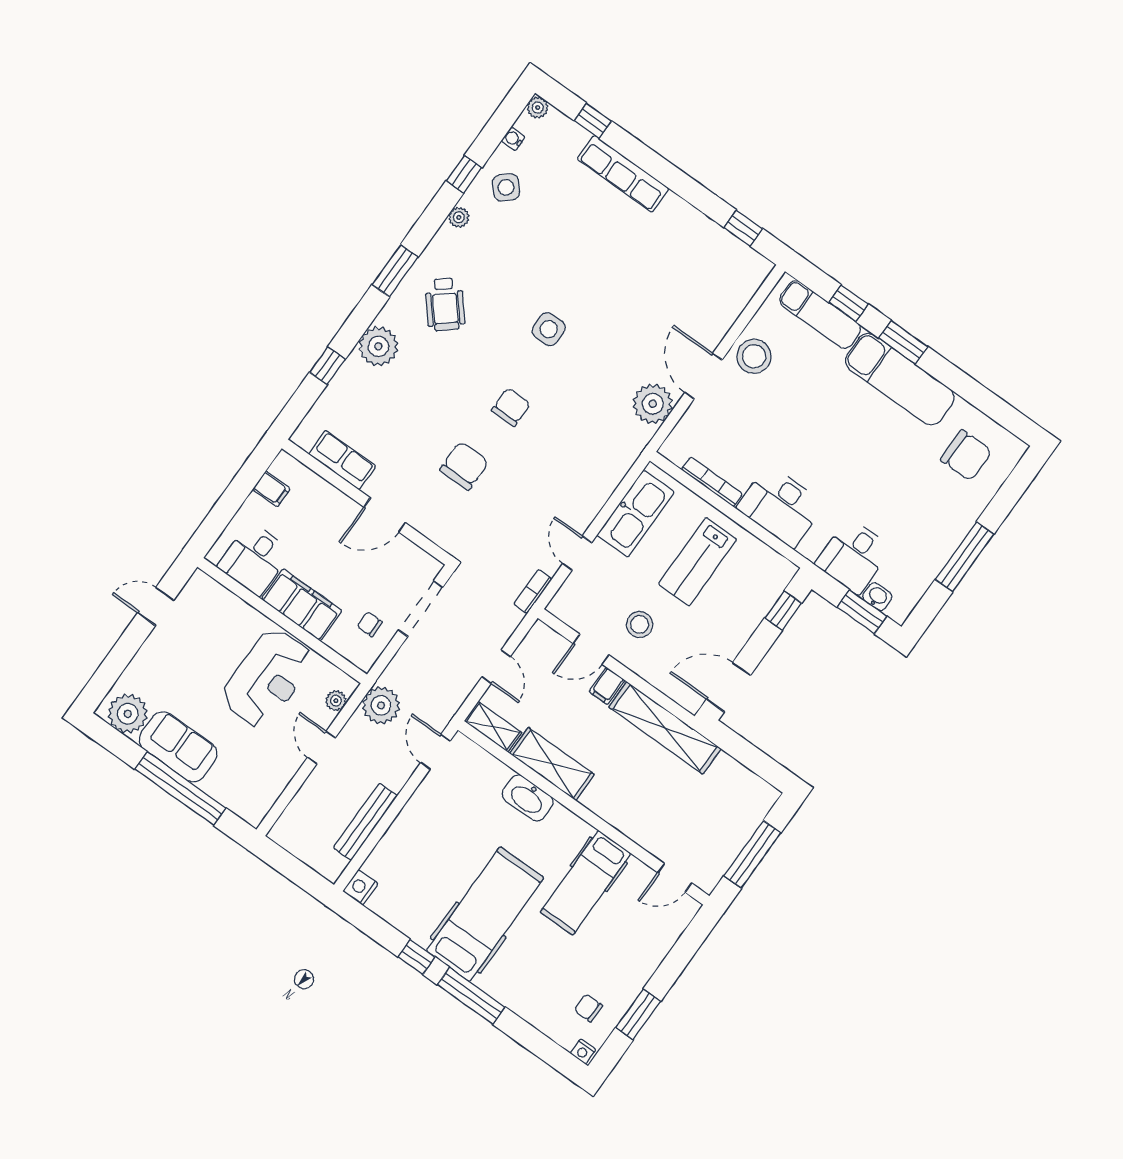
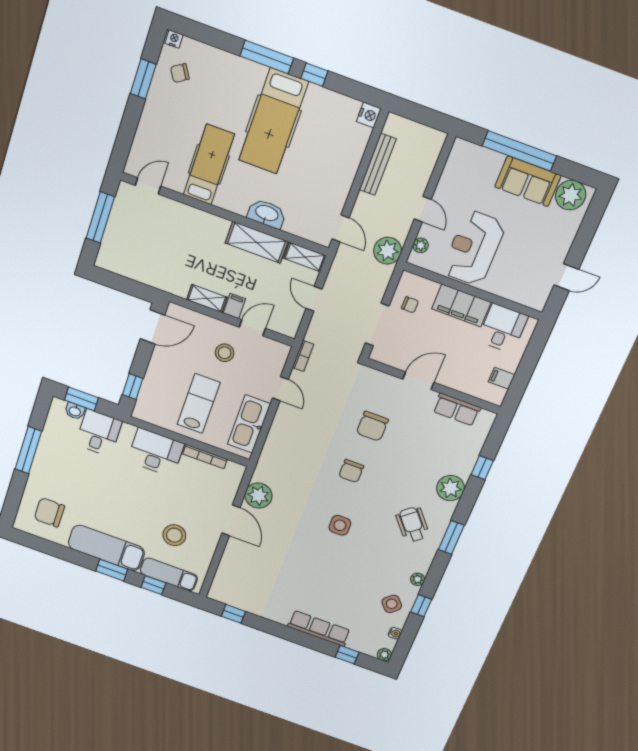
stool: (754, 356) -> (174, 535), moved
shelving: (665, 728) -> (207, 298), width x0.45, depth x0.75
chair: (588, 1008) -> (180, 73), turned 148

